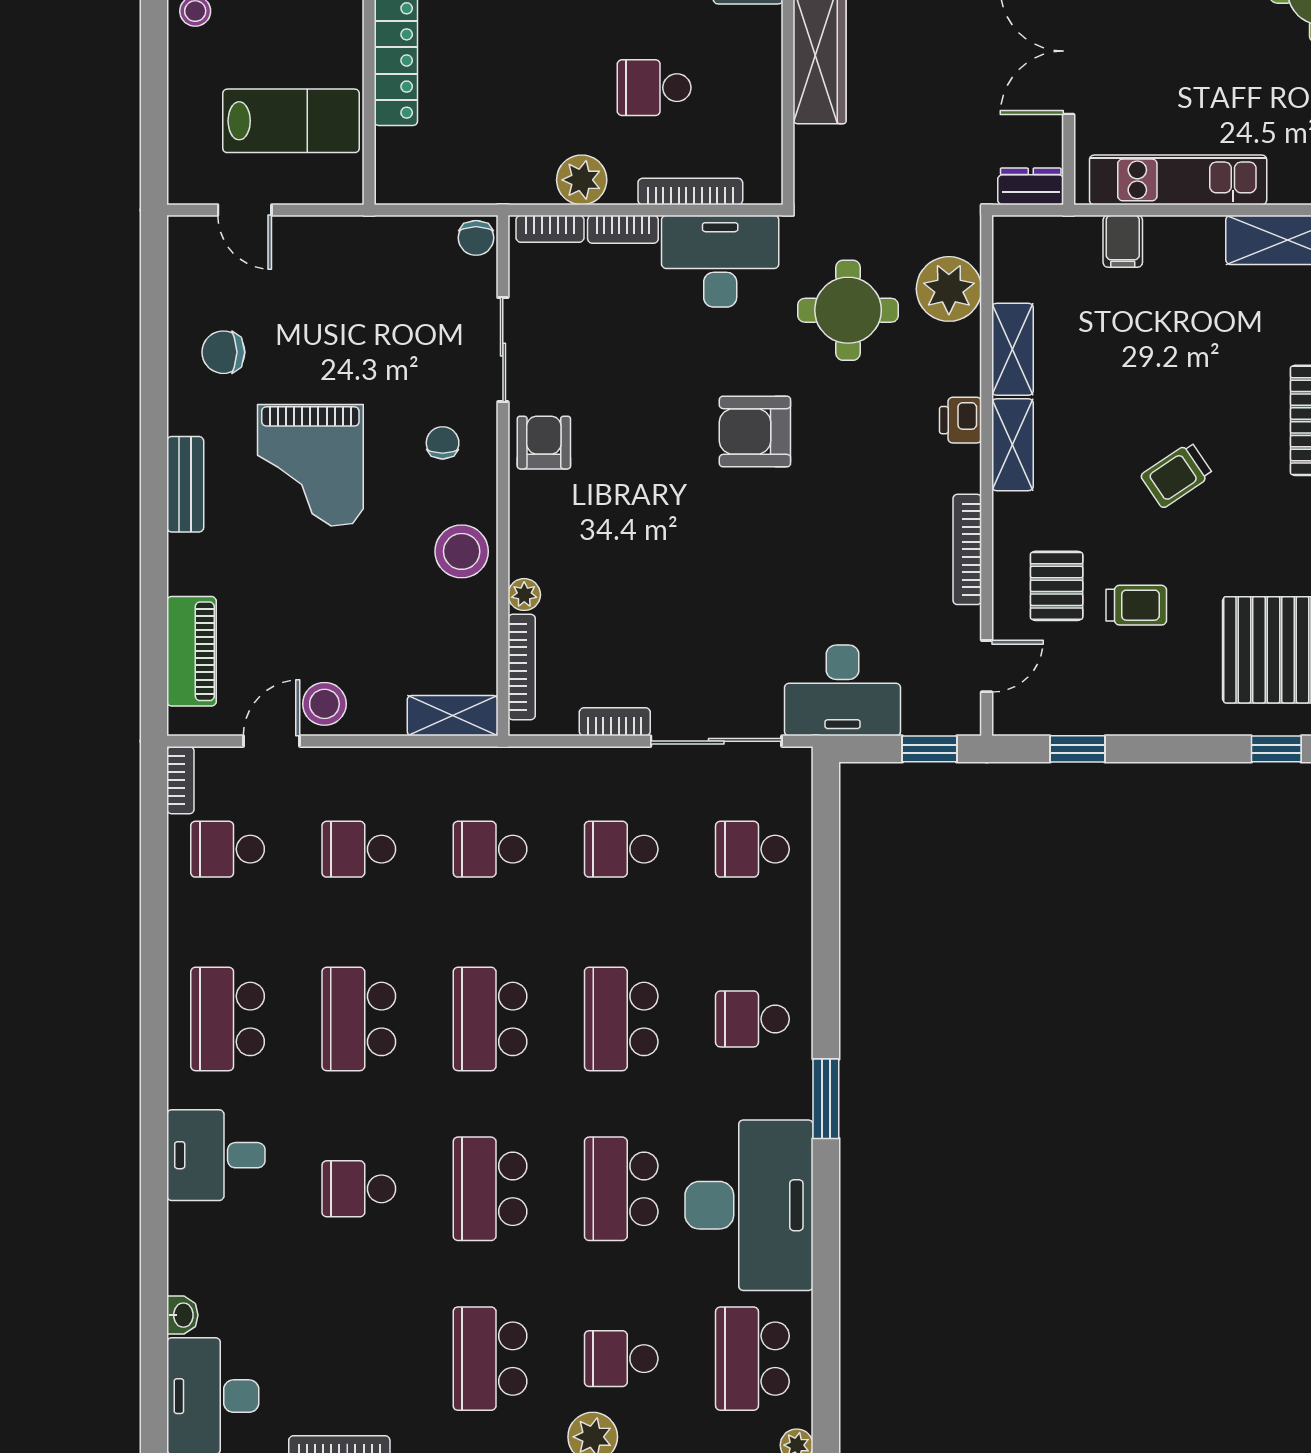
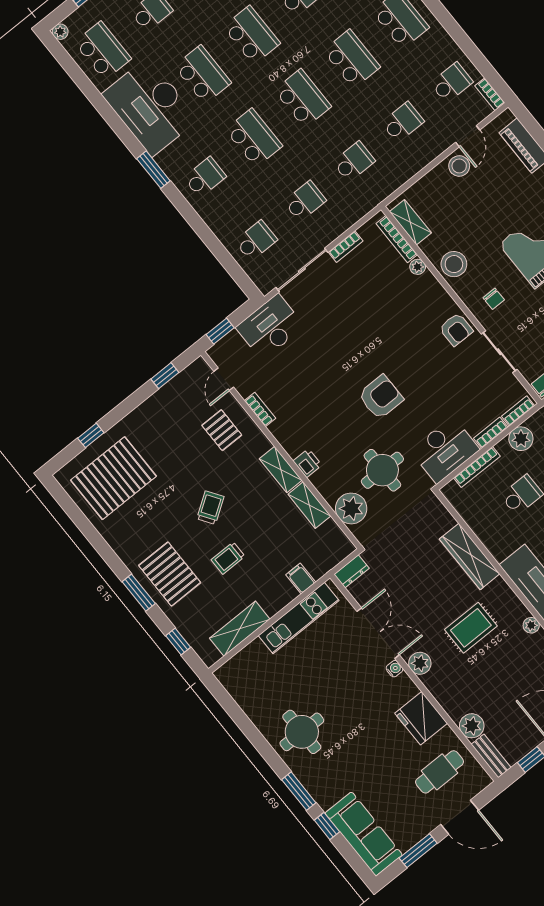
bookcase: (967, 549) -> (260, 409), width x0.64
trolley: (1136, 605) -> (228, 558), moved
shelving: (453, 716) -> (410, 222), moved, turned 90

